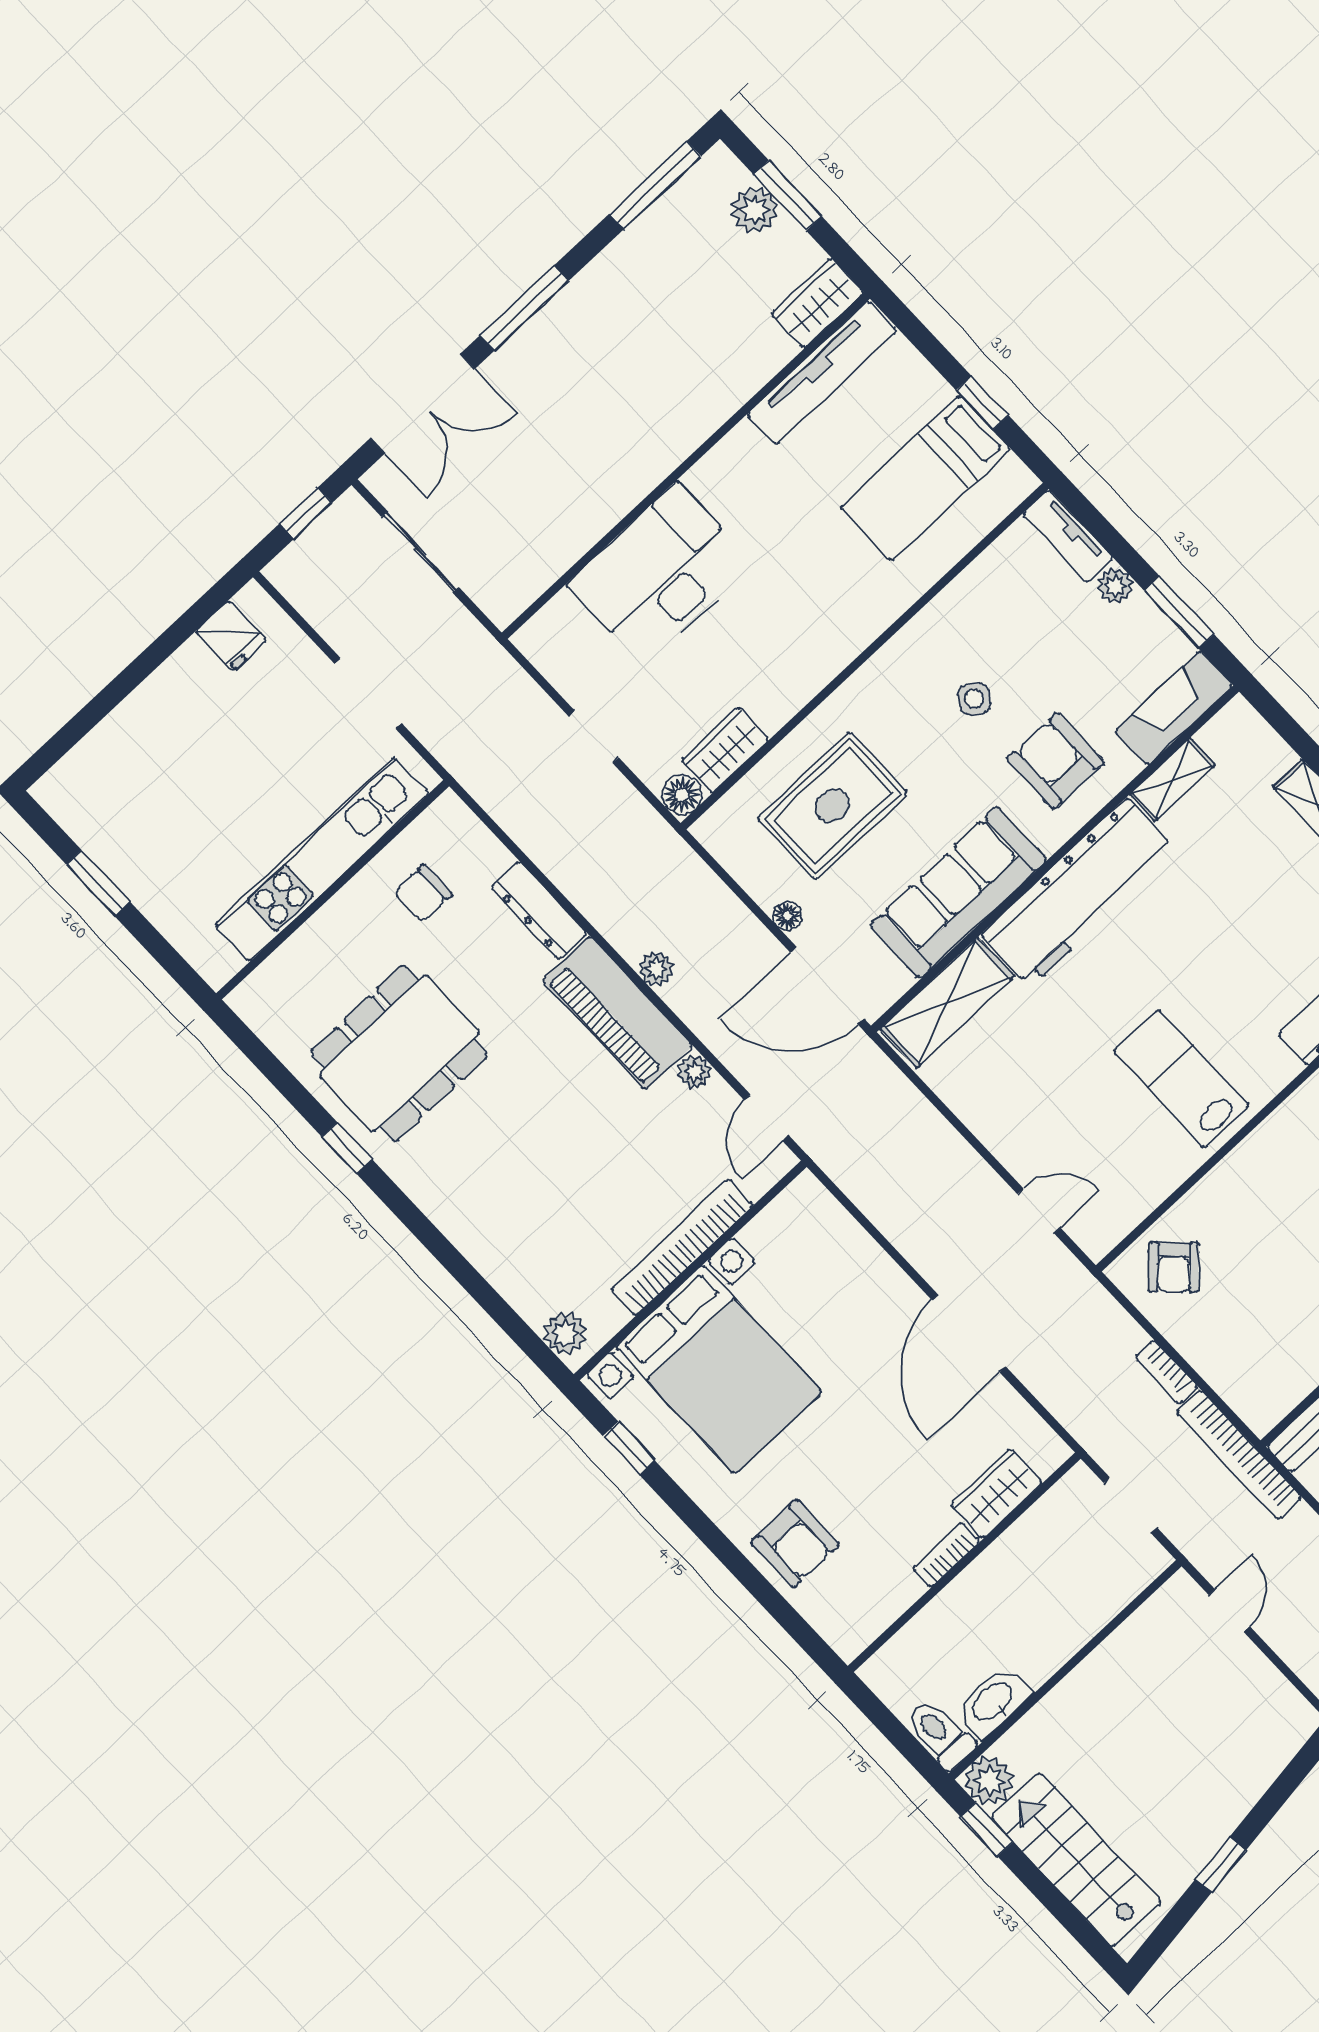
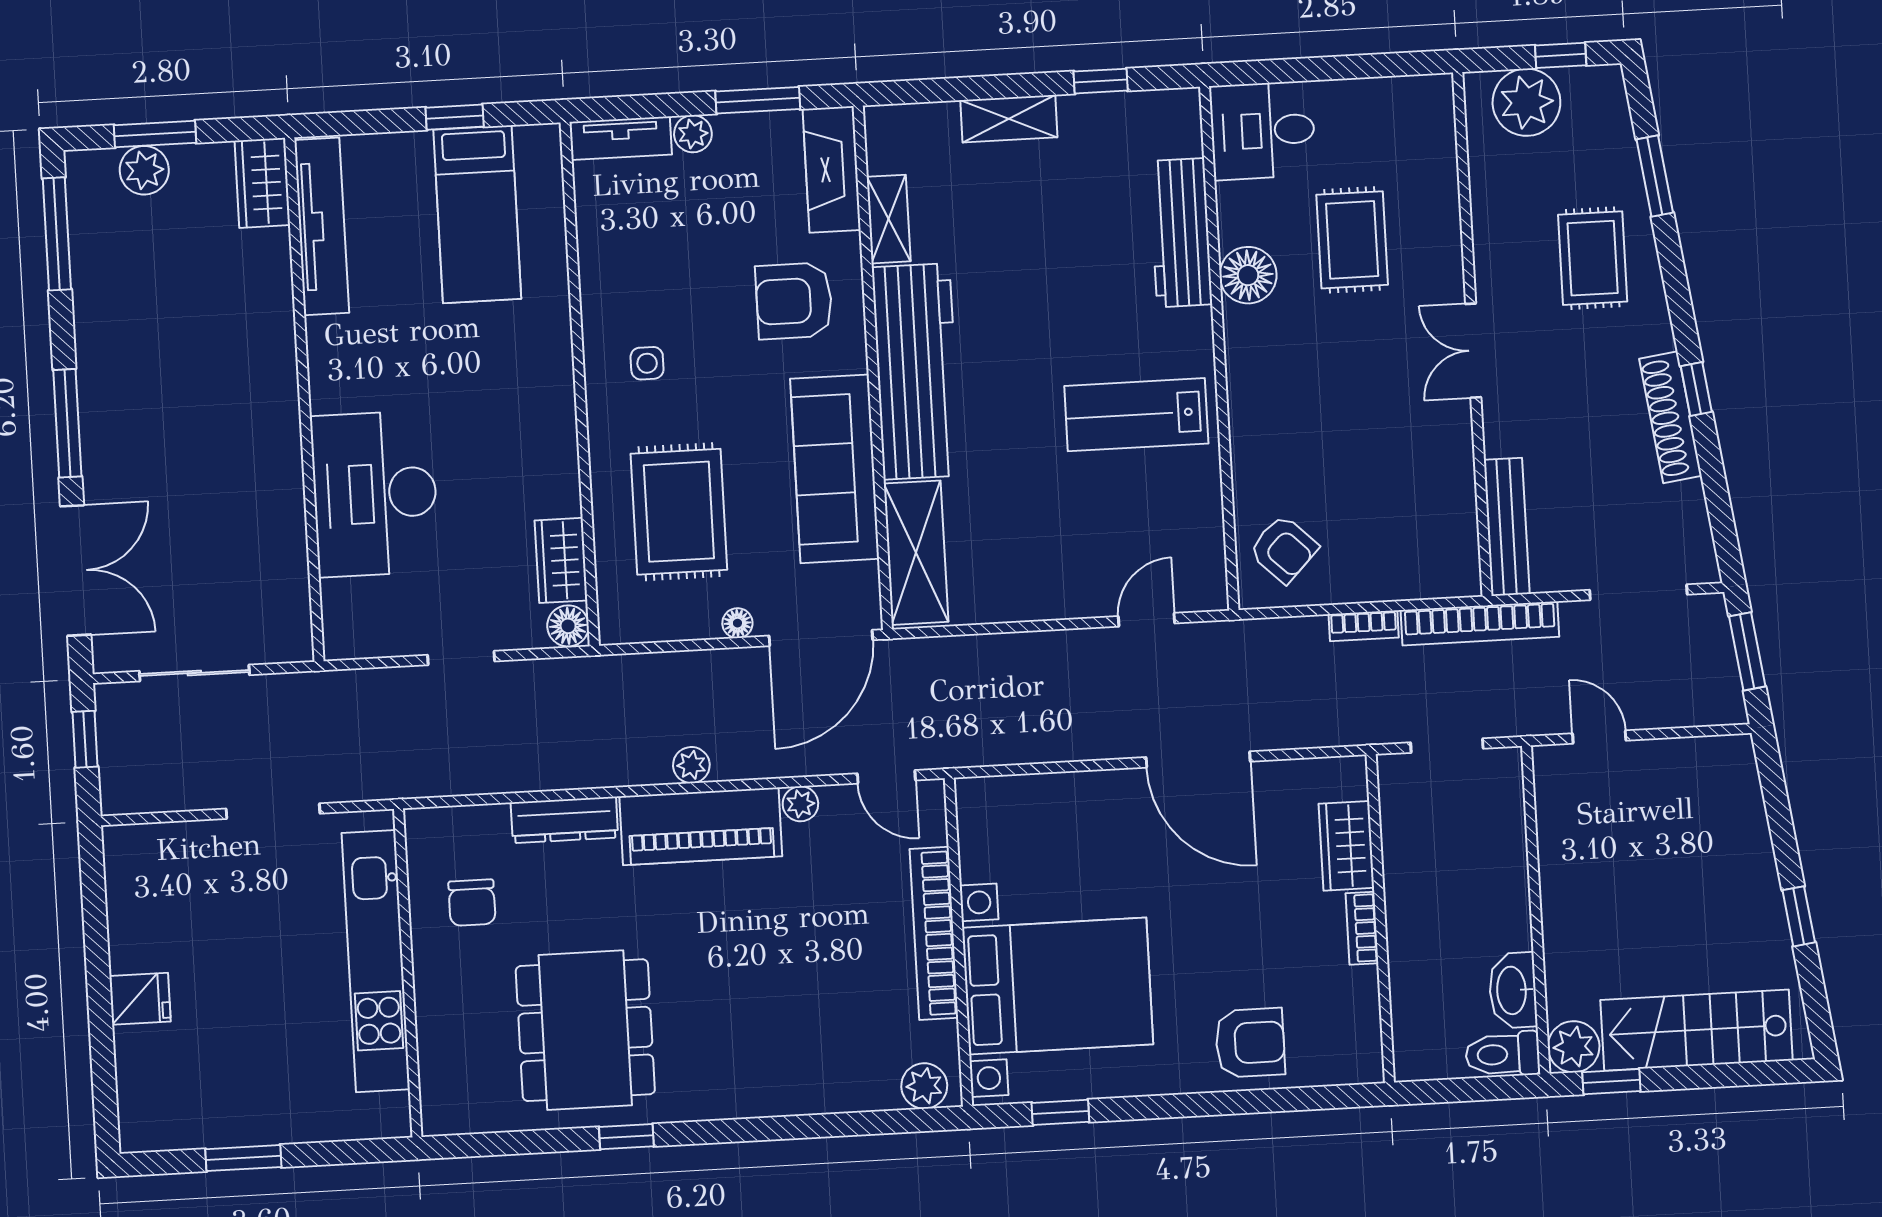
fridge: (231, 636) -> (140, 999), moved
side table: (974, 699) -> (647, 363), moved, turned -34

